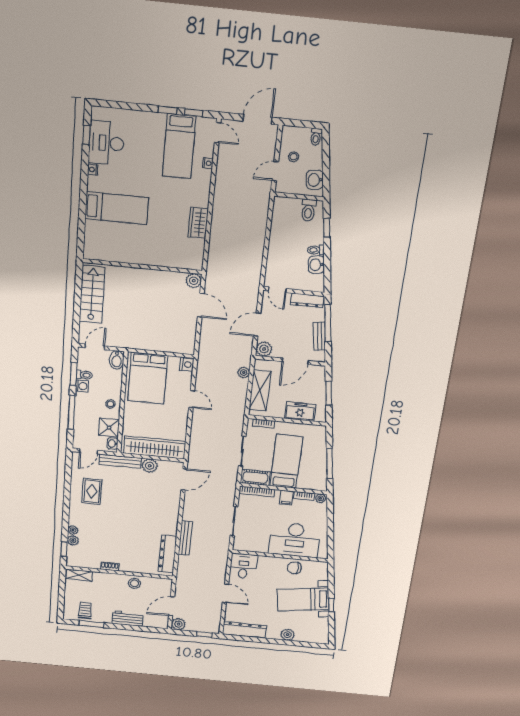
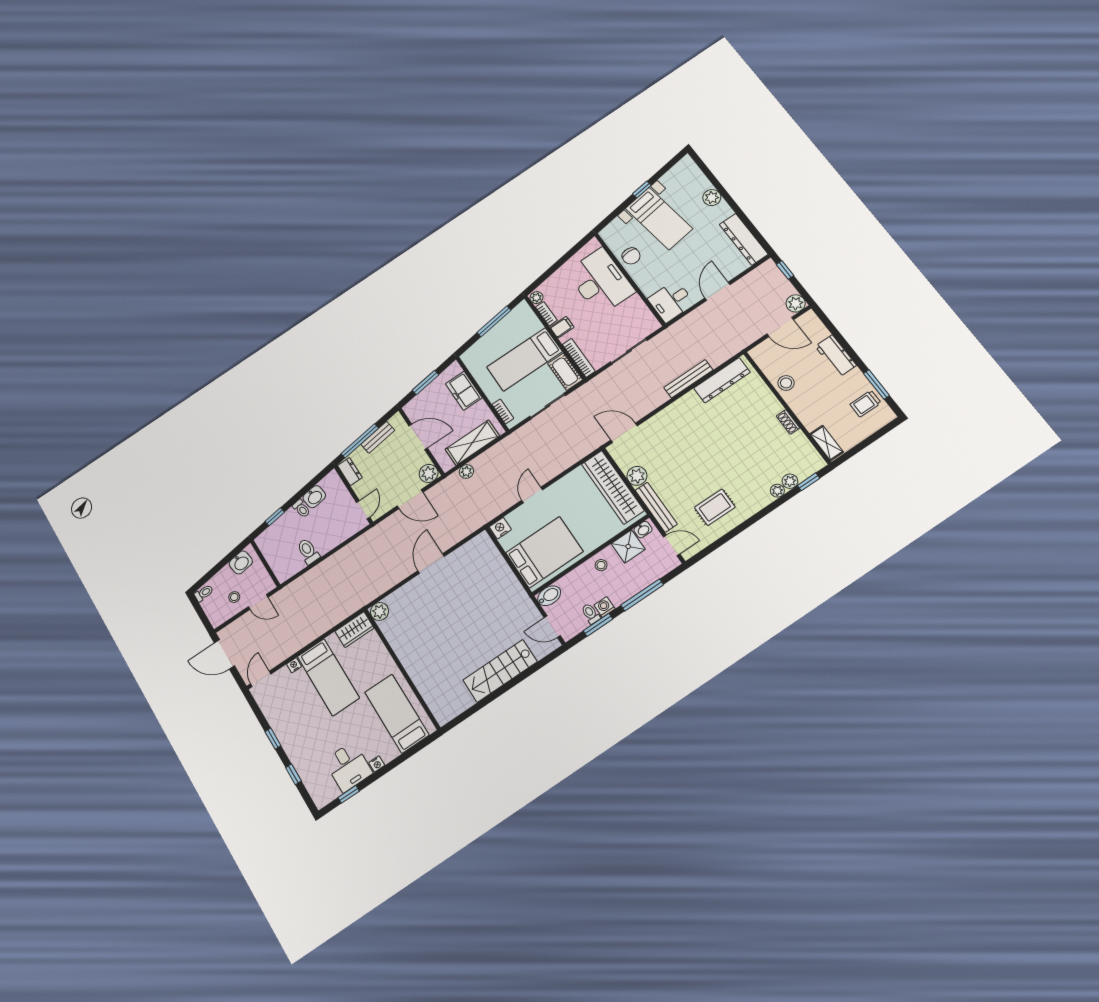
window: (194, 113) -> (293, 774), moved
desk: (106, 143) -> (348, 767), width x0.73
bed: (179, 146) -> (328, 677), moved, turned 90
toilet: (308, 210) -> (308, 551), moved, turned -90
wall: (142, 266) -> (402, 669), moved
plant: (194, 281) -> (380, 611), moved
dresser: (307, 300) -> (350, 472), width x0.70

